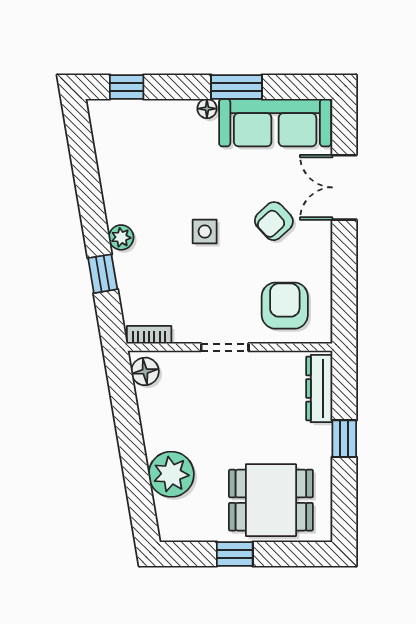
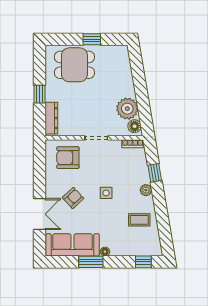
coffee table: (135, 175) -> (139, 220), added
armchair: (285, 306) -> (68, 158), turned 90
plant: (171, 474) -> (127, 109), moved

